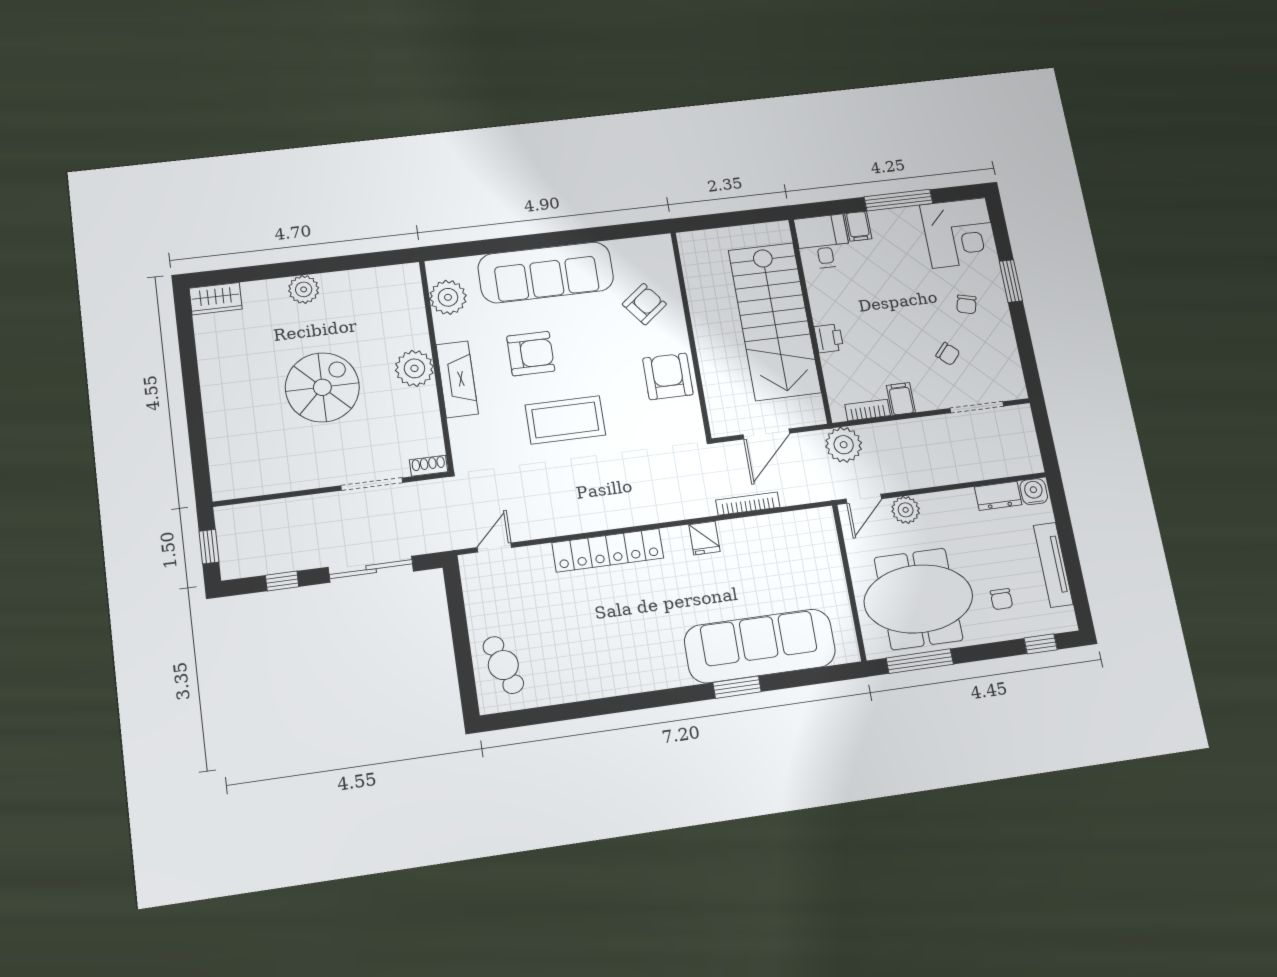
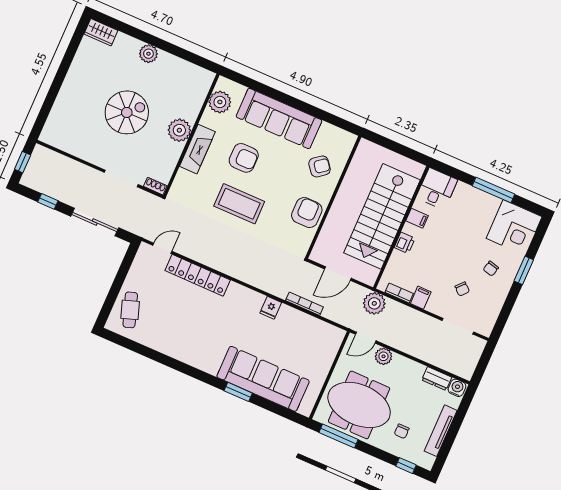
filing cabinet: (858, 226) -> (417, 218), moved, turned -90
locker: (608, 550) -> (198, 275), moved

